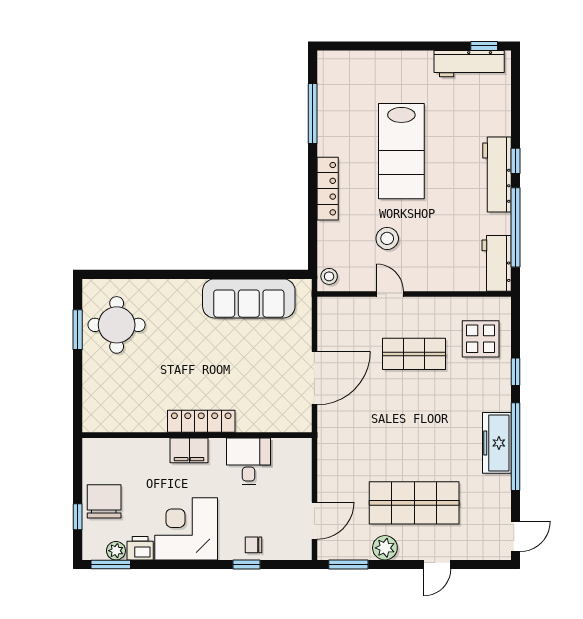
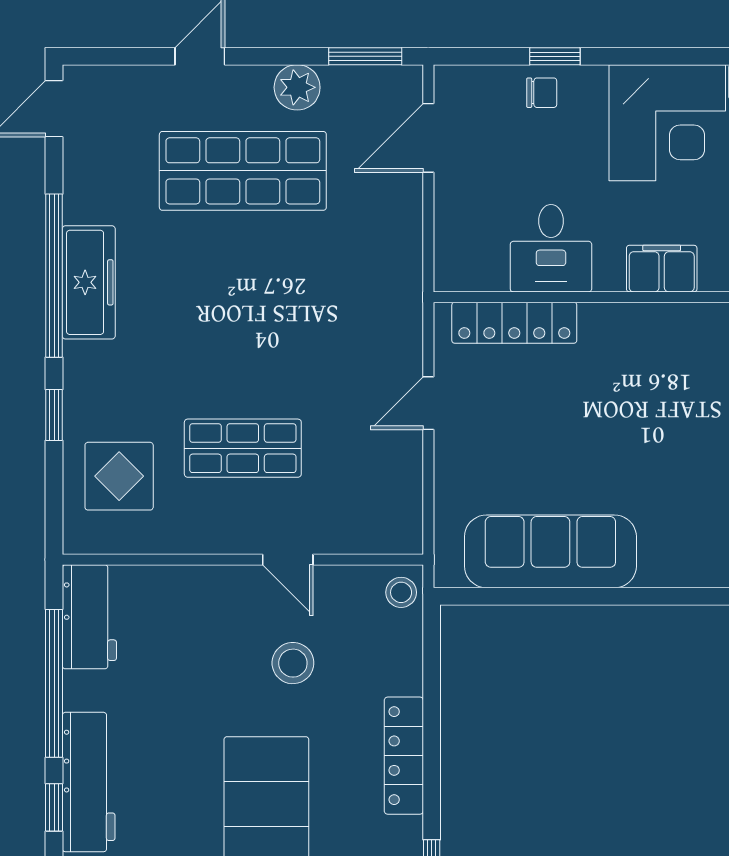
door: (314, 378) -> (428, 403), width x0.53
locker: (201, 421) -> (514, 323), moved

